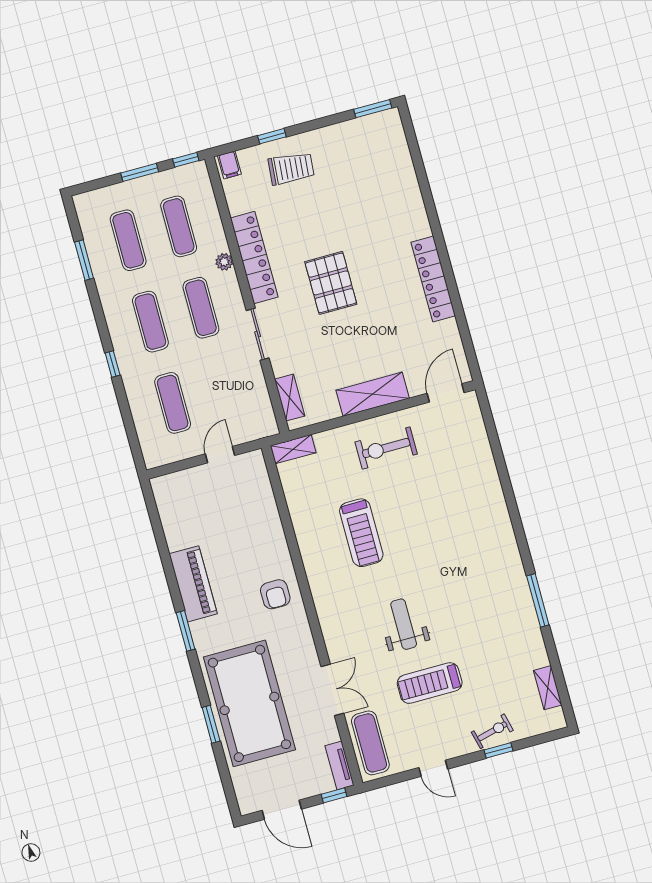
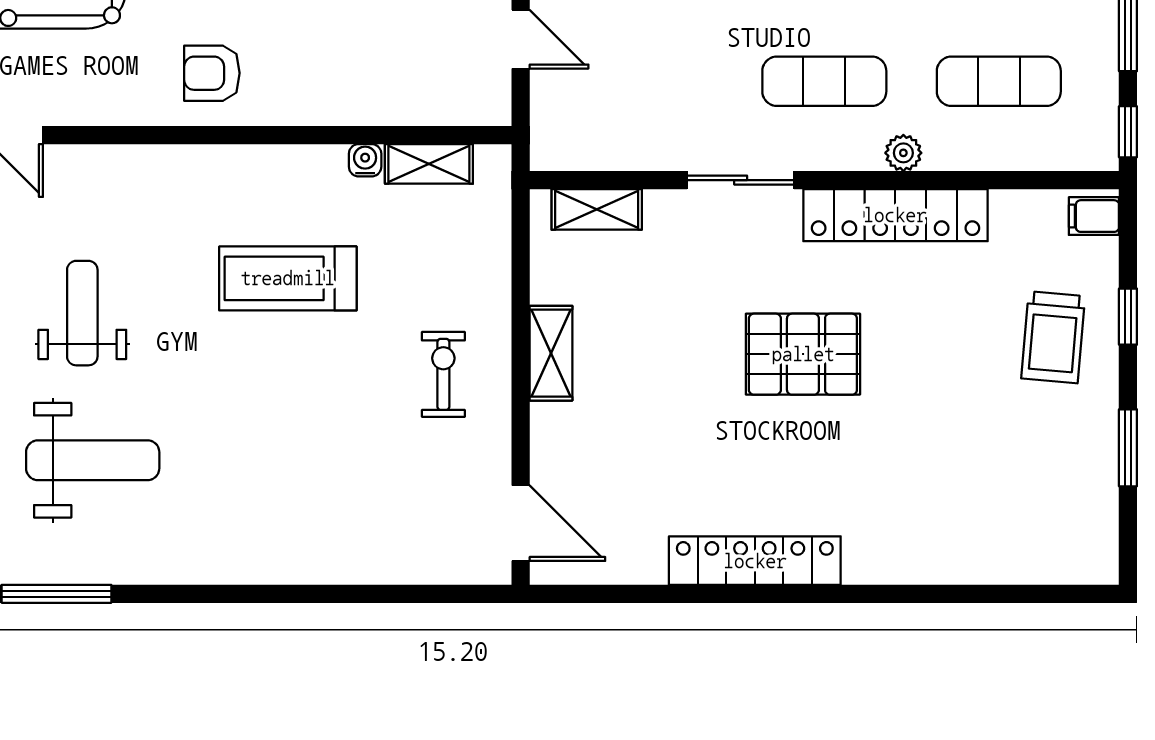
window: (373, 109) -> (1128, 448), moved
shelving: (373, 394) -> (551, 353), width x0.67, depth x0.75
exercise bike: (386, 448) -> (443, 374), width x0.73, depth x0.72
shelving: (293, 449) -> (429, 164), moved, turned 90
water cooler: (296, 512) -> (365, 160), added
weight bench: (471, 601) -> (93, 460), added
weight bench: (404, 624) -> (82, 313), turned -90

